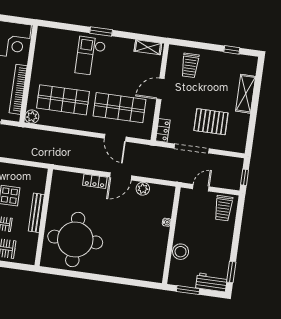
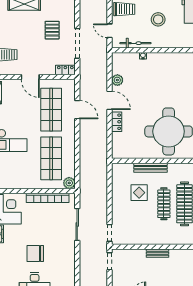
pallet: (211, 122) -> (52, 30), width x0.67, depth x0.71
door: (115, 138) -> (77, 110), hinge flipped
bicycle: (182, 216) -> (135, 43), added
stool: (181, 252) -> (158, 19), moved

